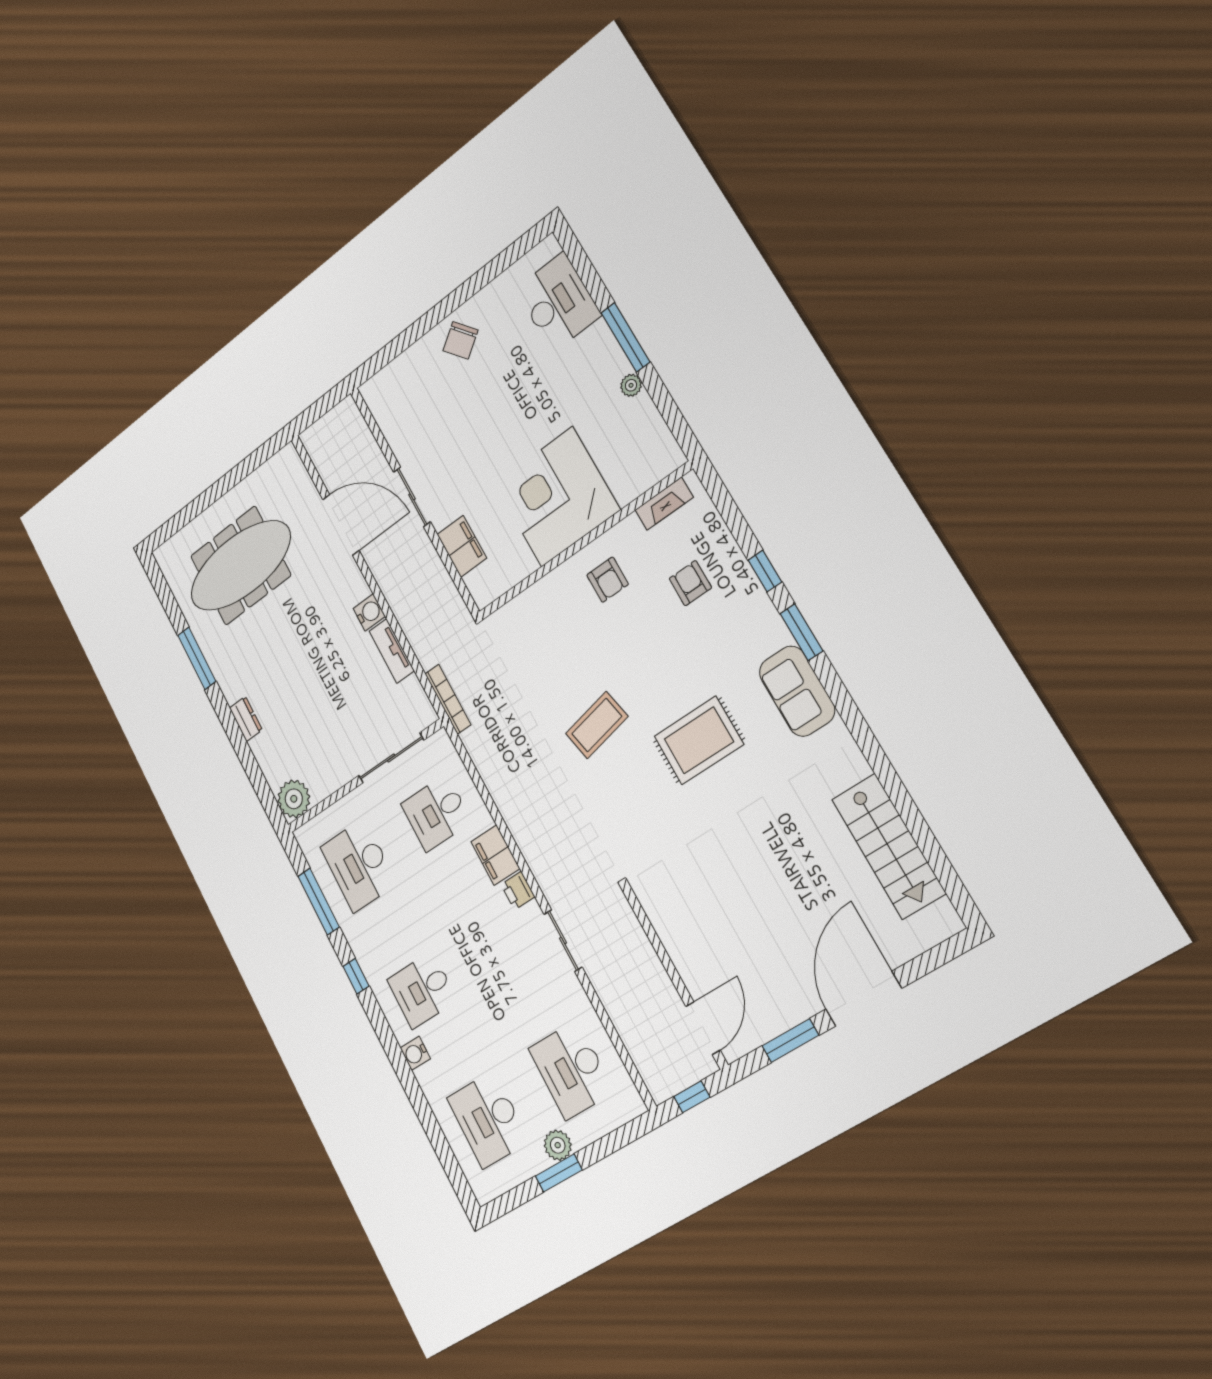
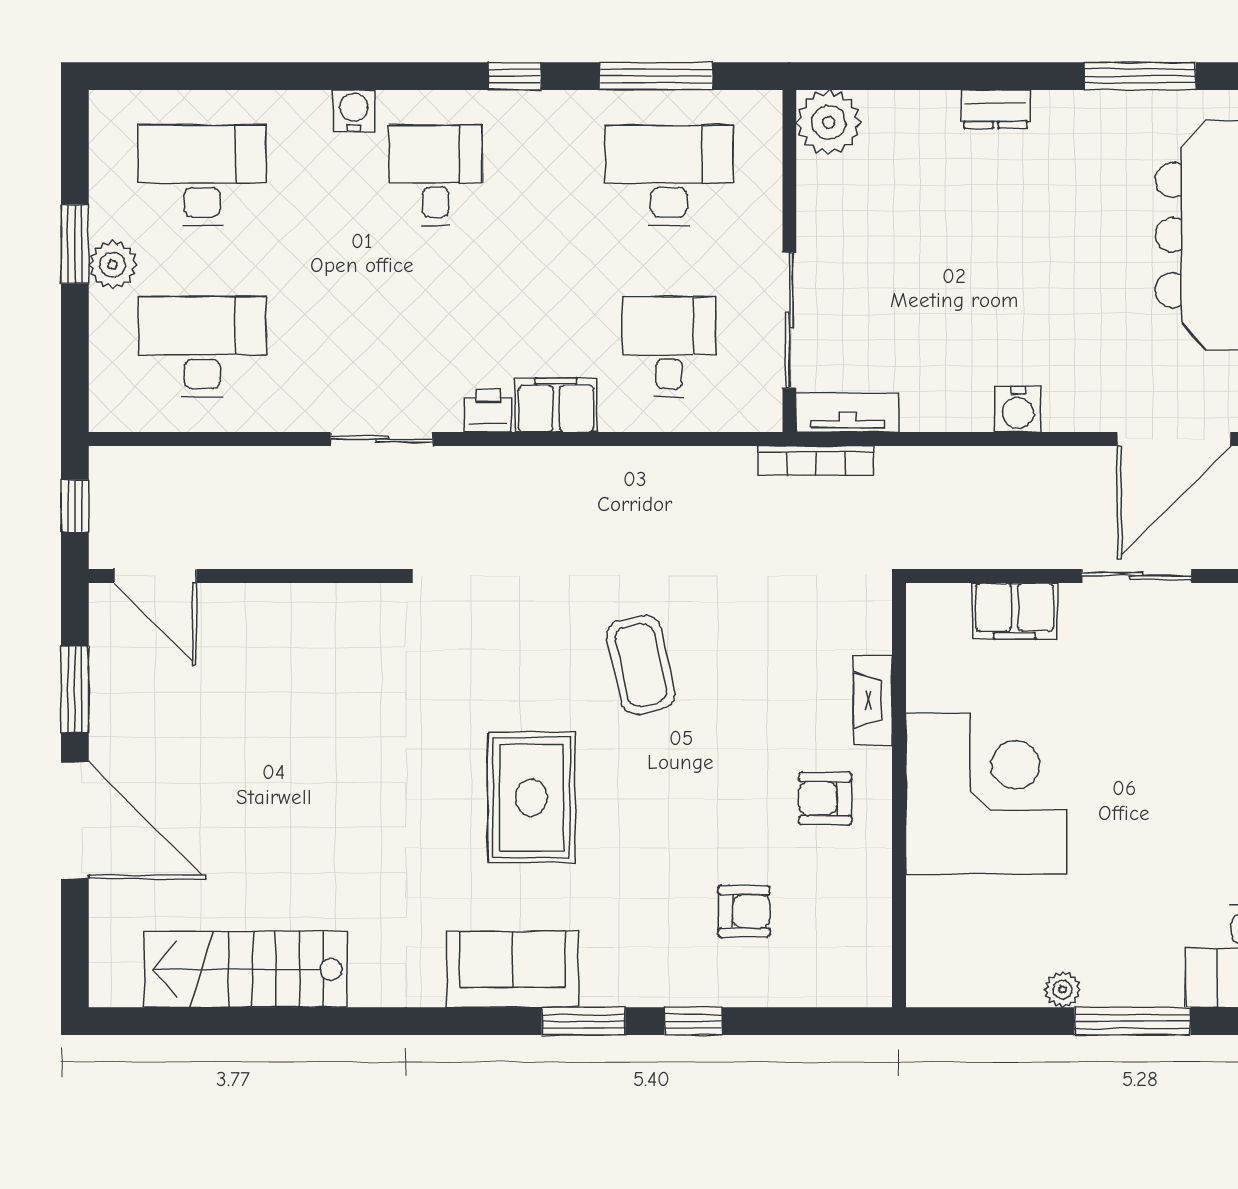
fireplace: (664, 504) -> (873, 701), moved
tv unit: (392, 651) -> (848, 412), moved

